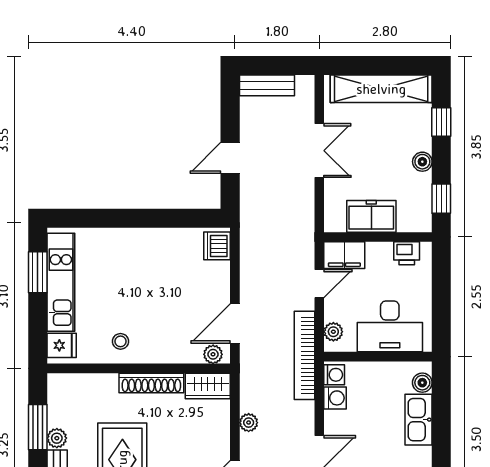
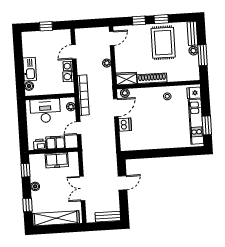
dishwasher: (217, 246) -> (125, 125), moved
filing cabinet: (344, 255) -> (56, 143), moved
washing machine: (334, 375) -> (68, 66), moved

